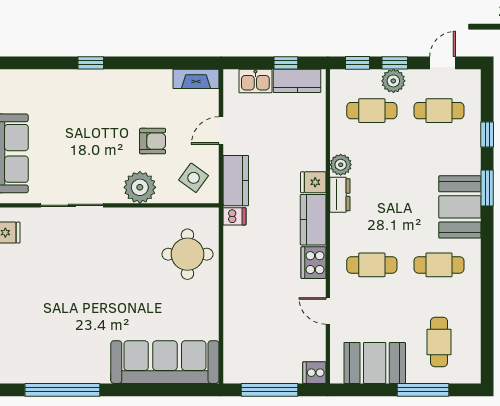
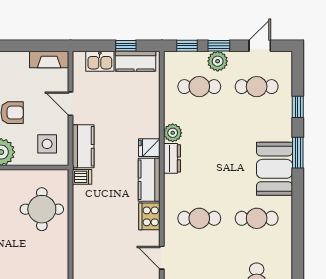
door: (221, 131) -> (70, 104), hinge flipped
side table: (194, 178) -> (47, 144), turned -36

